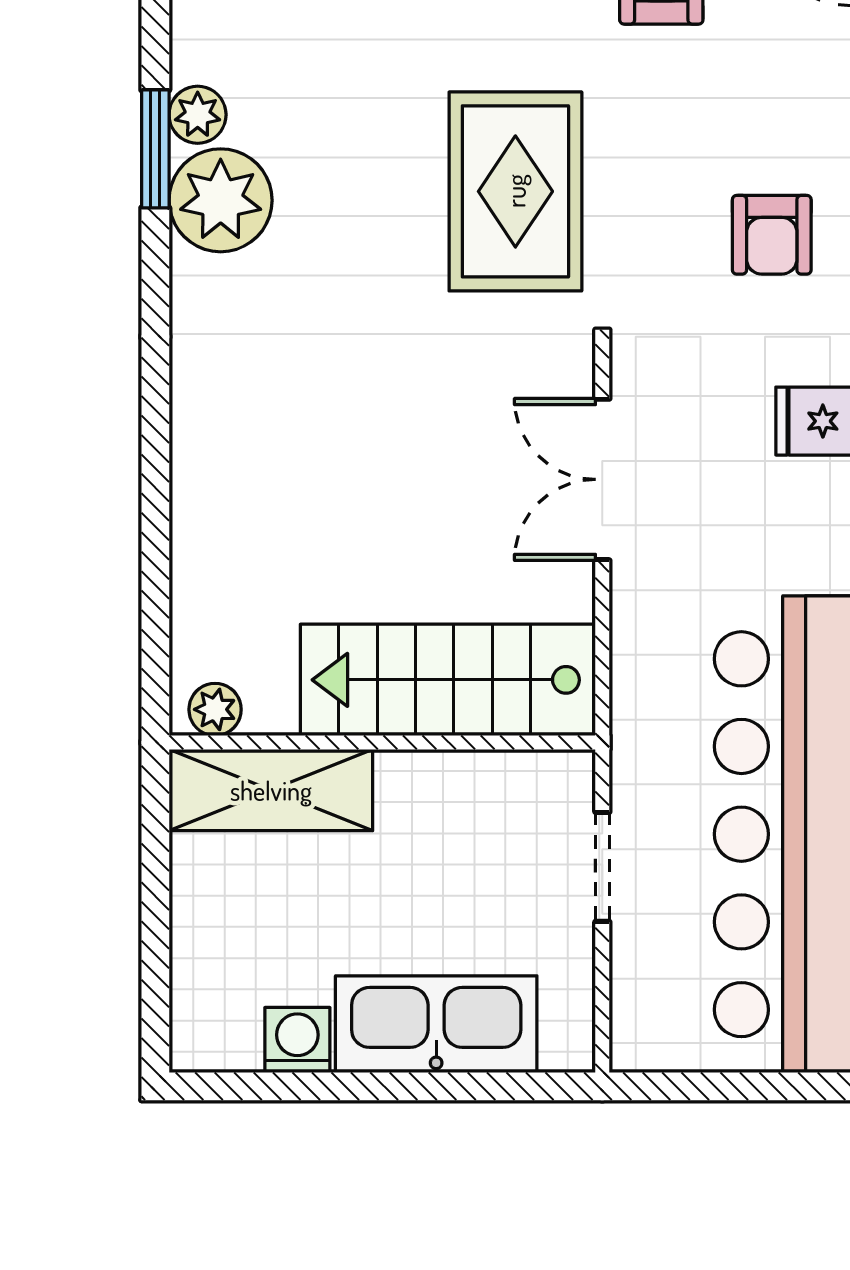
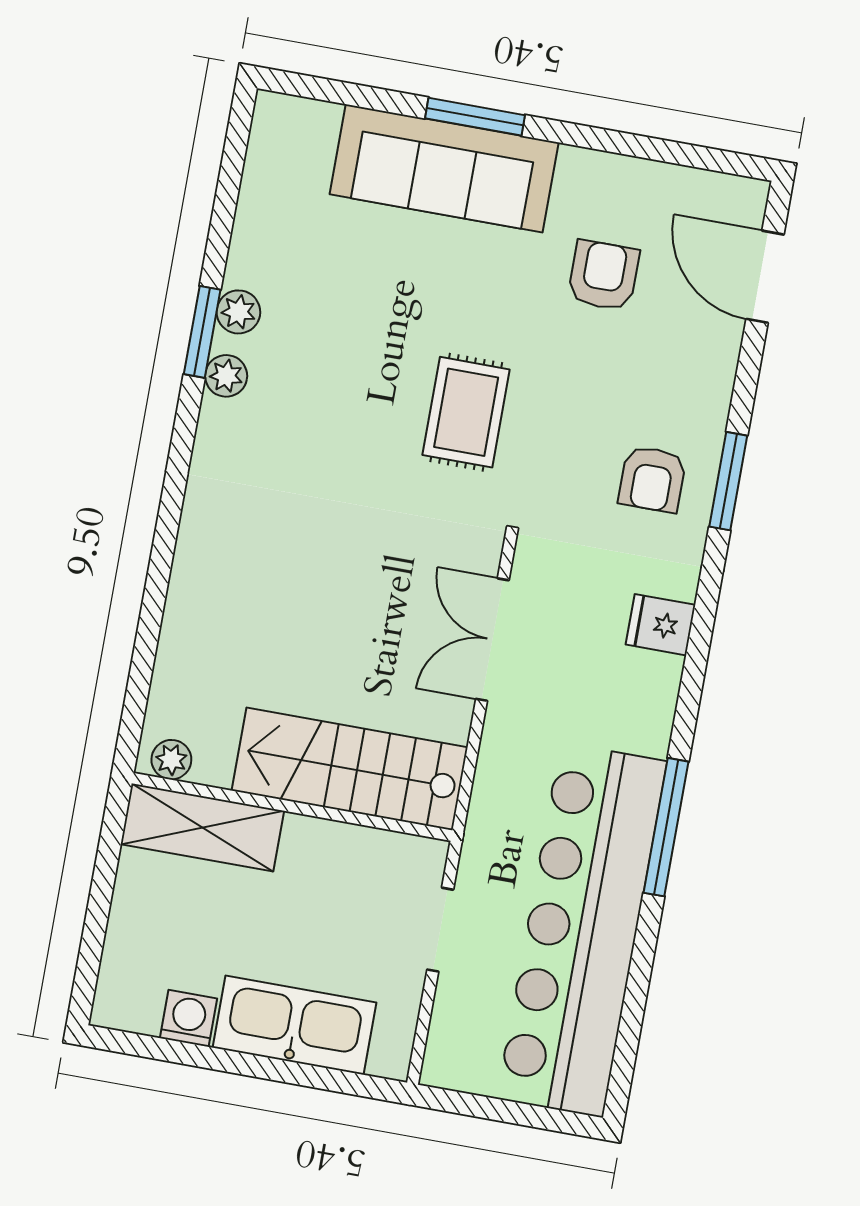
rug: (515, 191) -> (466, 412), width x0.73, depth x0.70
plant: (221, 200) -> (226, 376), width x0.53, depth x0.53

